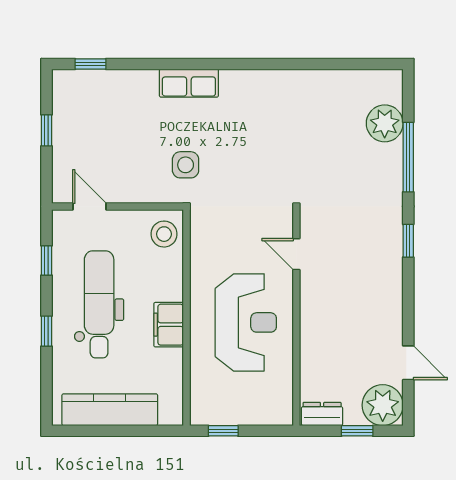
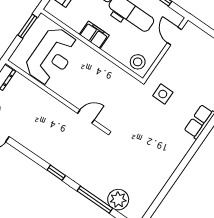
door: (89, 206) -> (174, 36), swing flipped
reception desk: (246, 322) -> (52, 56), moved, turned -90
window: (223, 431) -> (28, 26), width x1.50

